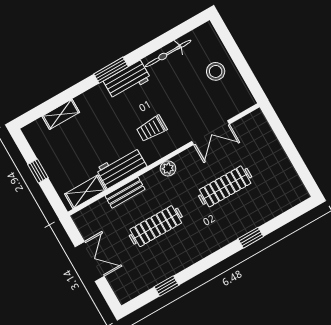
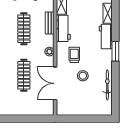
stool: (216, 71) -> (83, 76), moved
workbench: (127, 80) -> (106, 37), moved
double door: (211, 133) -> (55, 83), width x1.37

